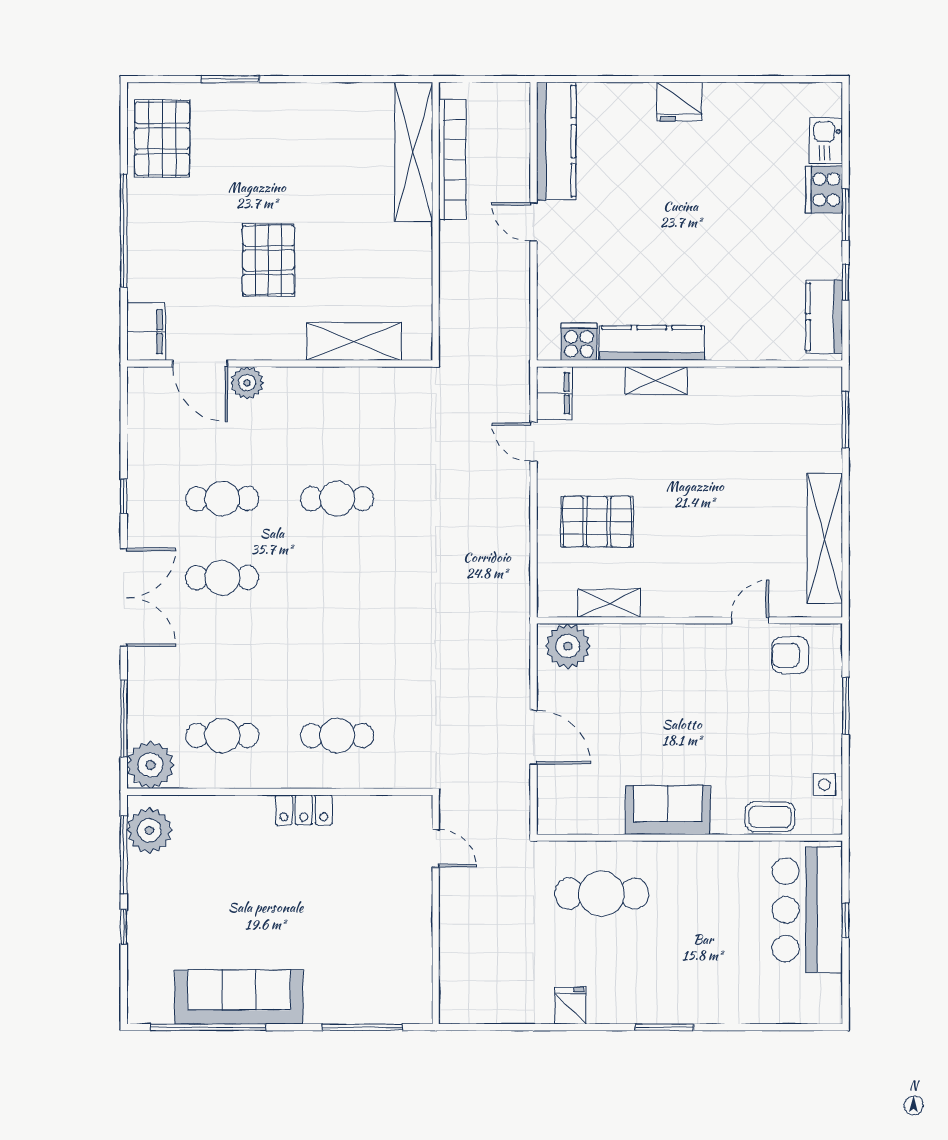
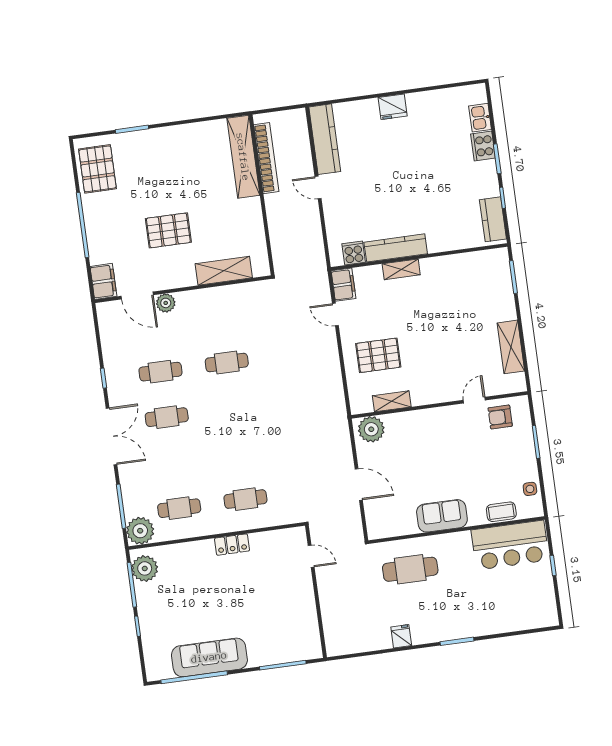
pallet: (269, 260) -> (168, 230), turned 90
shelving: (825, 538) -> (511, 347), width x0.68
bar counter: (807, 910) -> (510, 545), moved, turned -90

